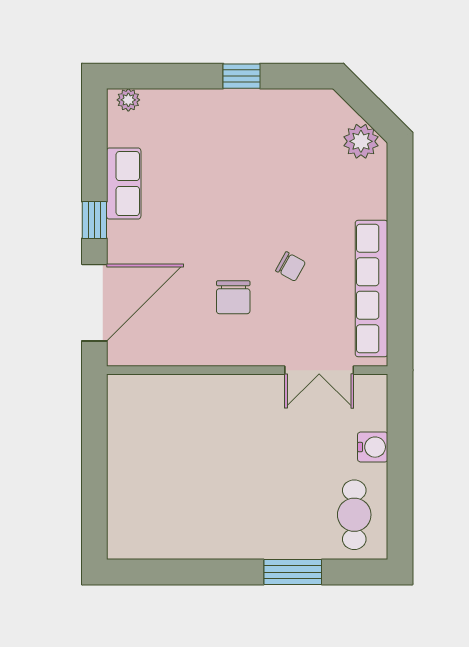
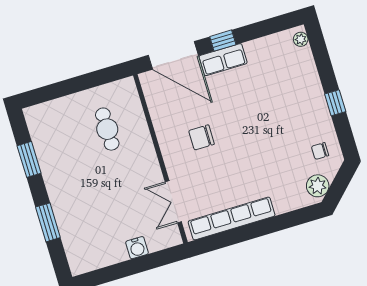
row of seats: (124, 184) -> (223, 60), moved
chair: (291, 266) -> (320, 151), moved, turned 61
cafe table: (354, 515) -> (107, 129), moved, turned 90
window: (188, 572) -> (29, 159), added

